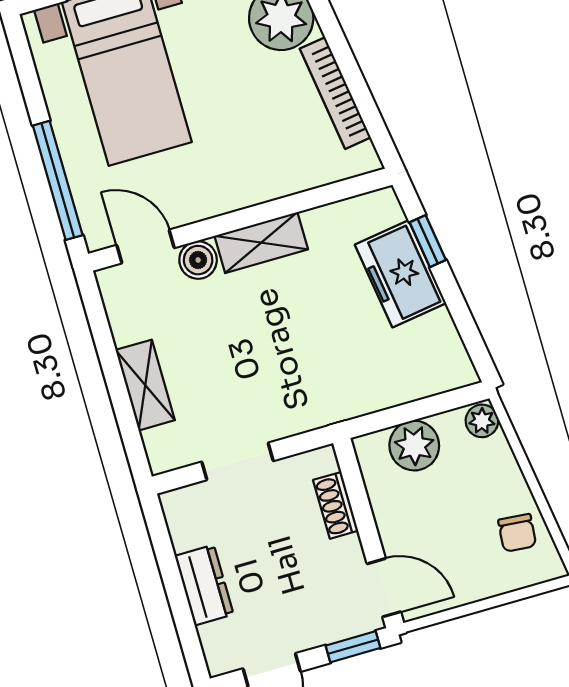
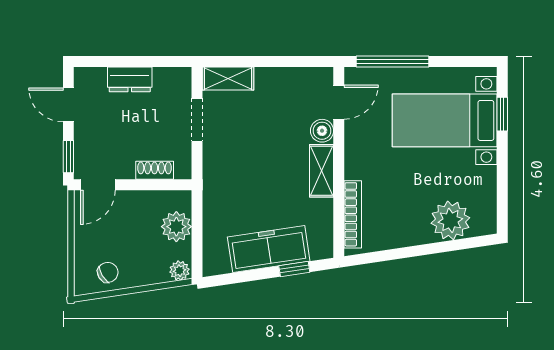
bookcase: (335, 93) -> (353, 214), moved, turned 98
freezer: (401, 274) -> (269, 249), width x1.40
shelving: (145, 385) -> (228, 78), moved
chair: (517, 533) -> (108, 272), turned 144

